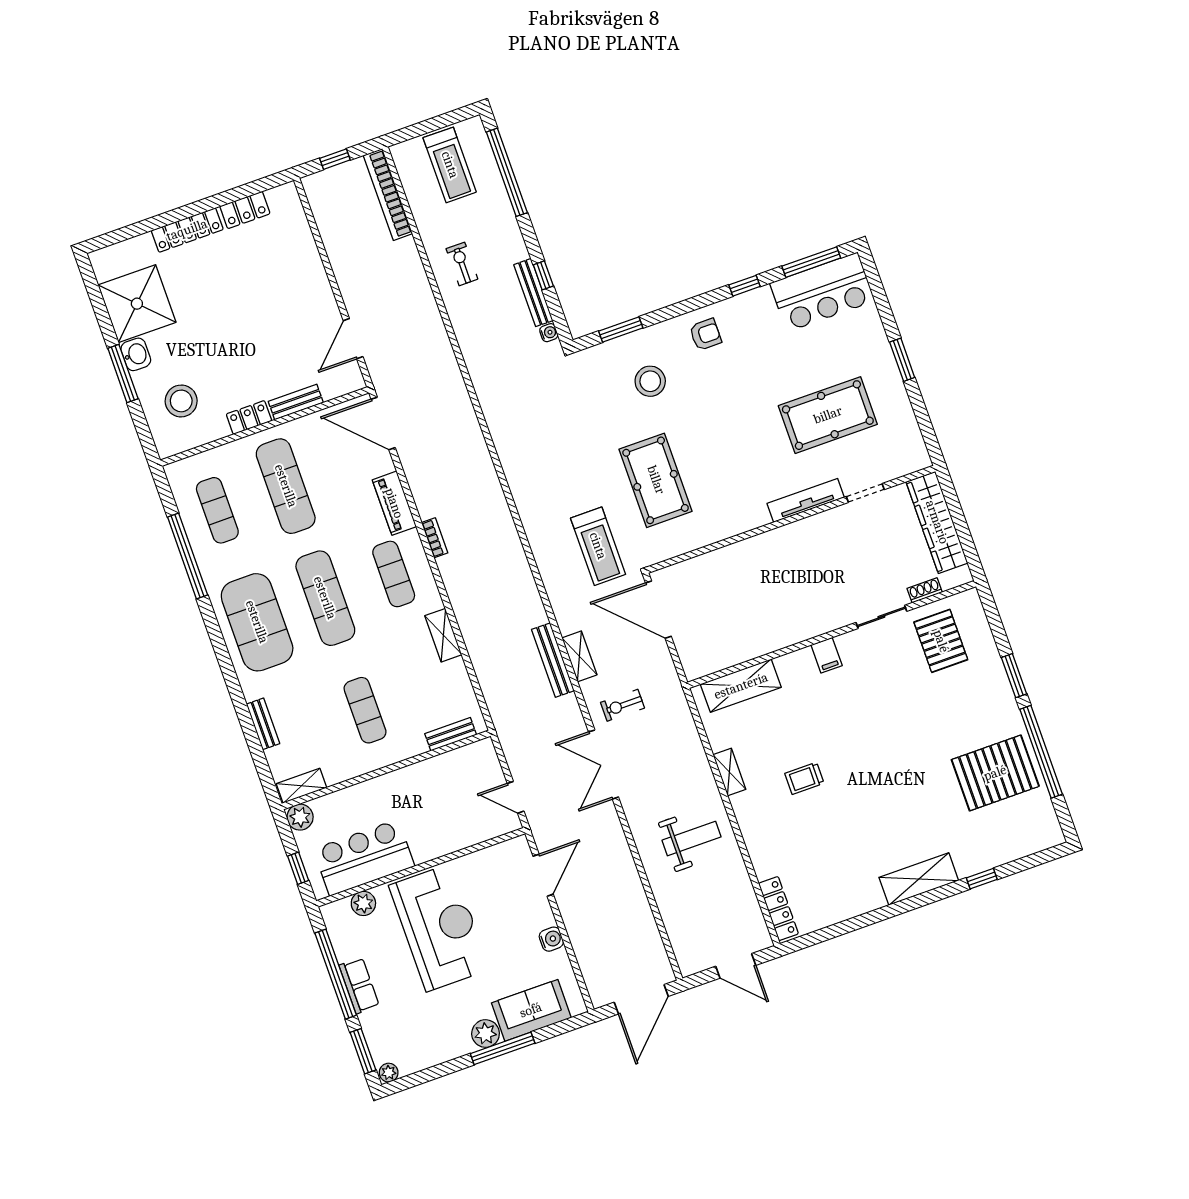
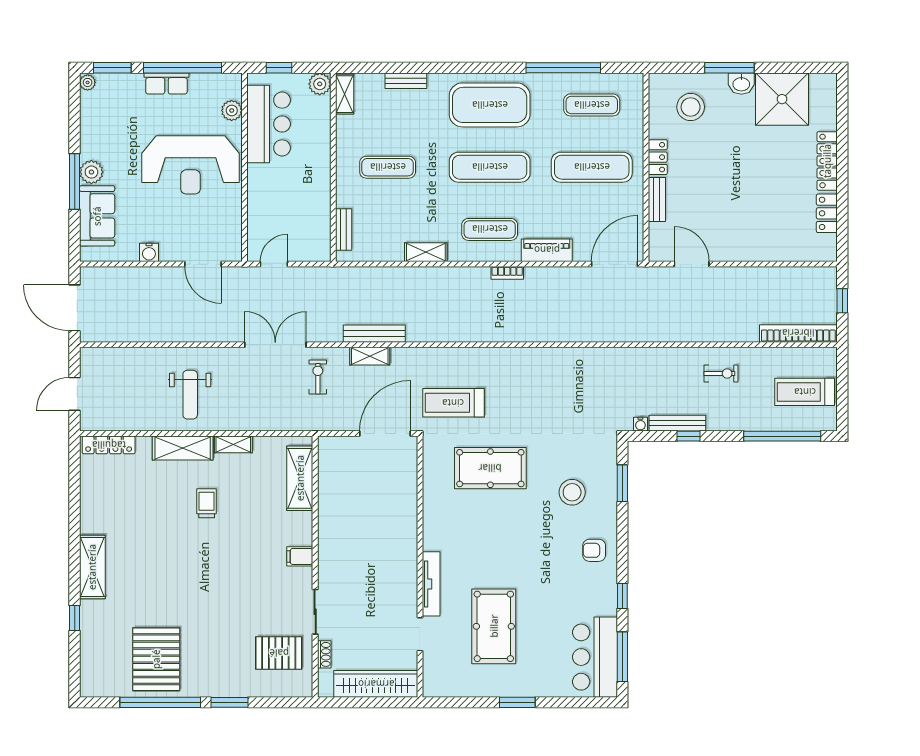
armchair: (705, 334) -> (594, 550), turned 90
shelving: (753, 826) -> (183, 448), added

